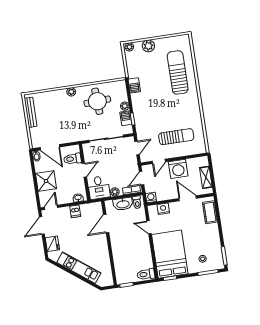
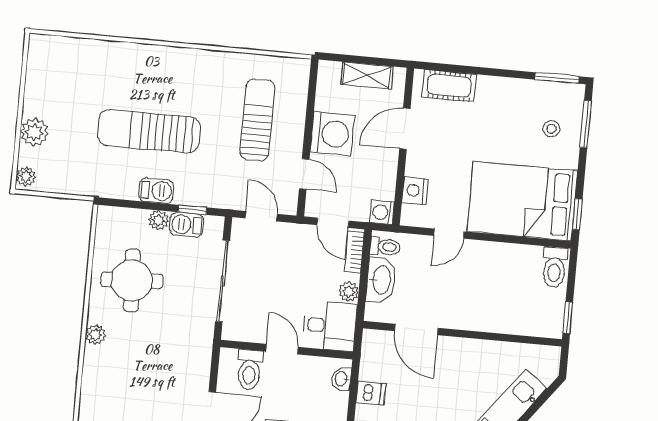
sun lounger: (178, 72) -> (149, 131), moved
barbecue: (134, 85) -> (156, 191), moved

